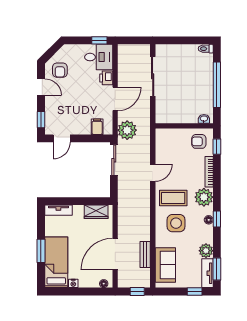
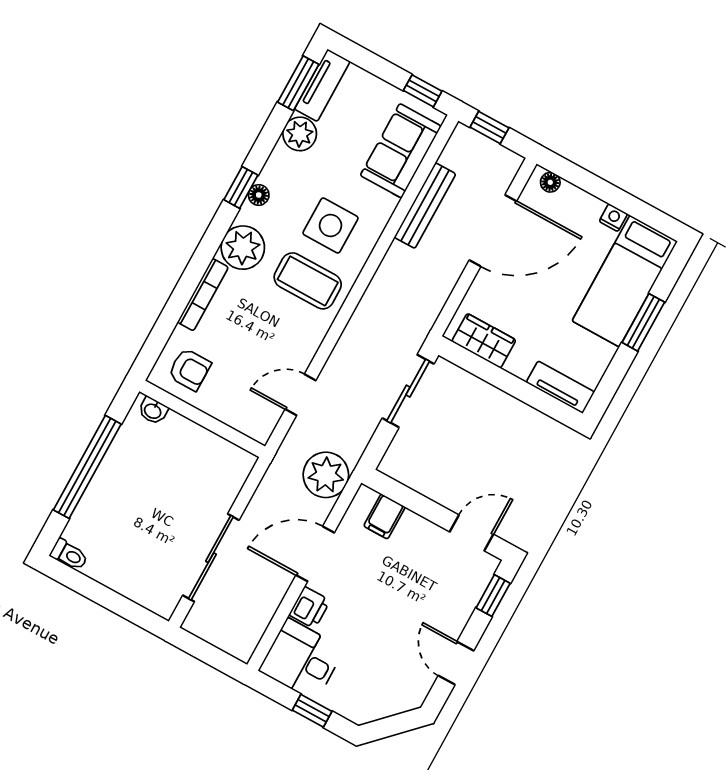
window: (99, 40) -> (312, 711), moved
armchair: (60, 70) -> (397, 677), removed
window: (217, 147) -> (158, 338), removed
sliding door: (114, 160) -> (408, 391), moved
door: (153, 173) -> (300, 395), moved
bench: (145, 254) -> (425, 206), width x1.36
window: (195, 292) -> (423, 91), moved

